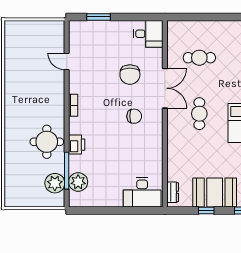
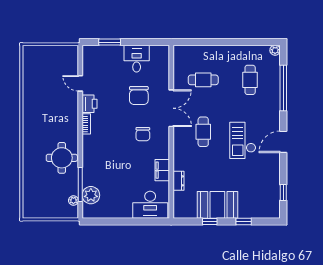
desk: (148, 34) -> (137, 59), moved, turned -90
chair: (134, 116) -> (143, 134), turned 90
printer: (77, 145) -> (89, 104), moved
filing cabinet: (155, 155) -> (162, 170), added
plant: (55, 183) -> (73, 200), width x0.53, depth x0.53
dresser: (173, 192) -> (178, 181), moved

